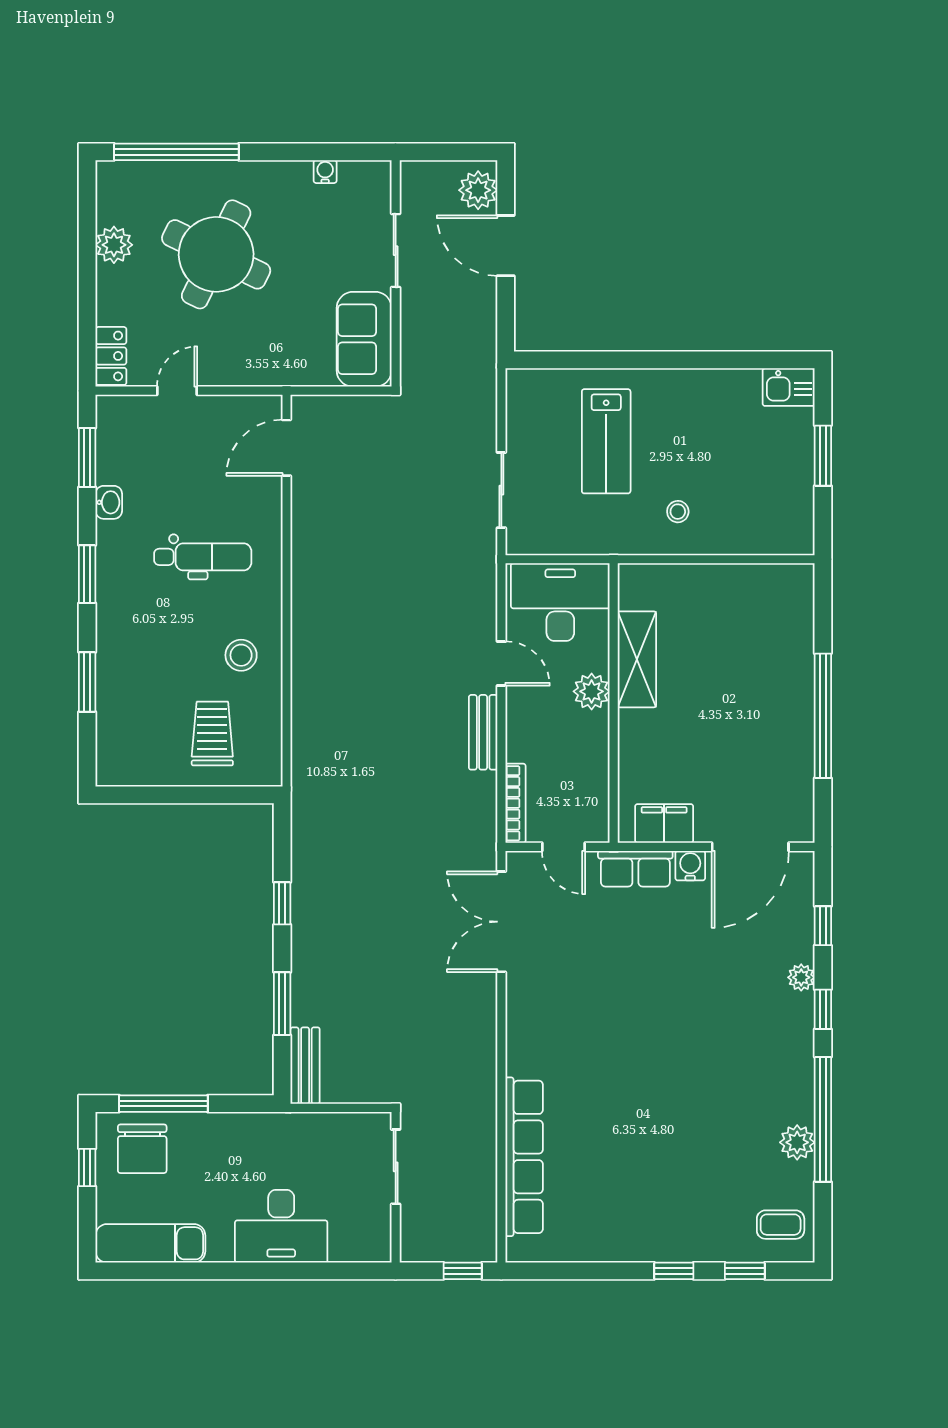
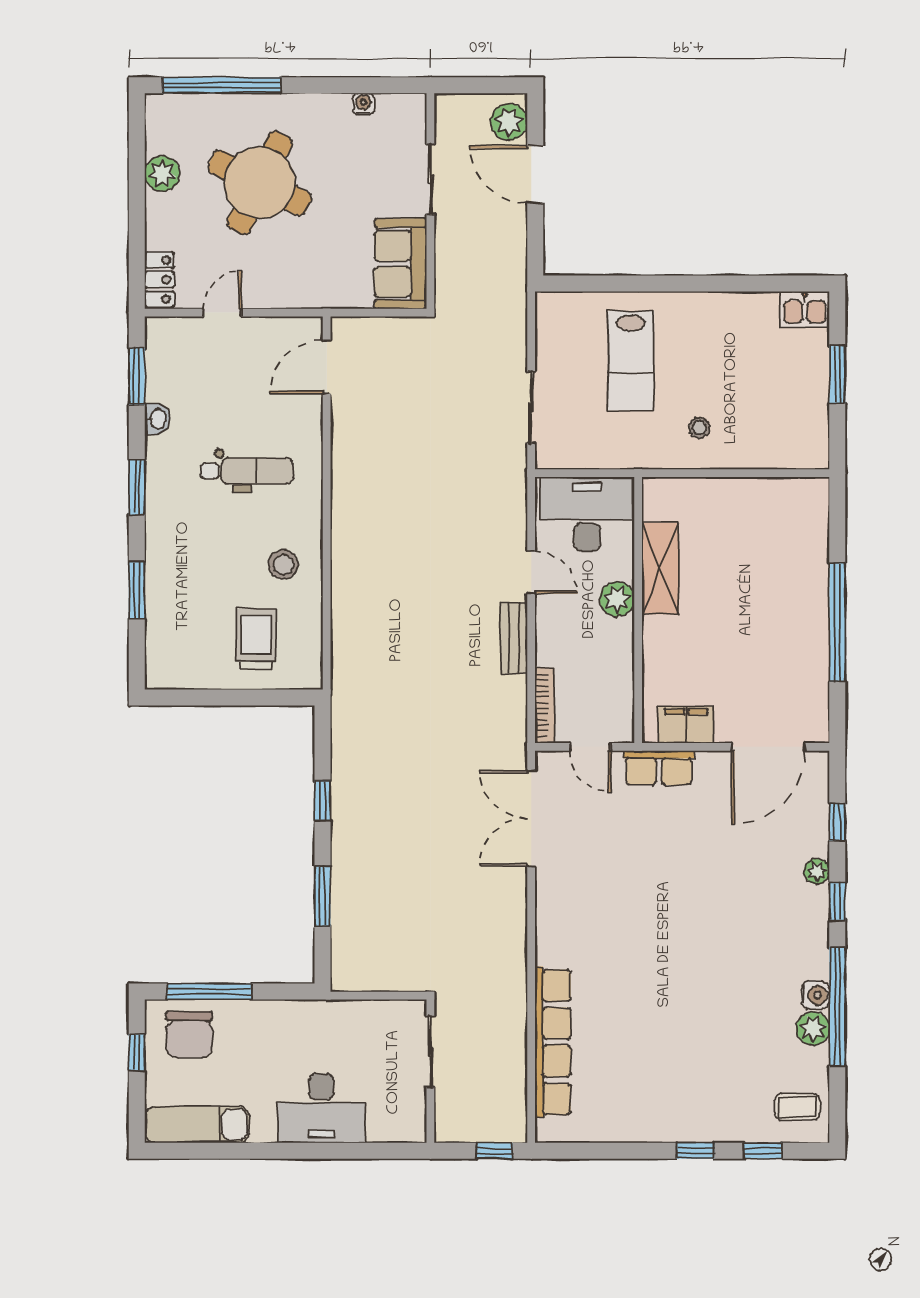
water cooler: (690, 866) -> (815, 995), moved, turned 90
bench: (305, 1066) -> (344, 955), removed

